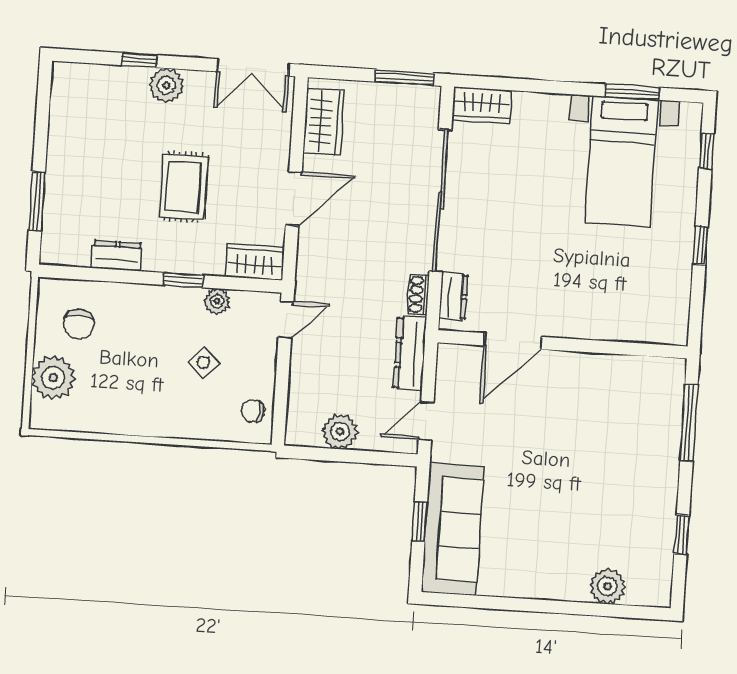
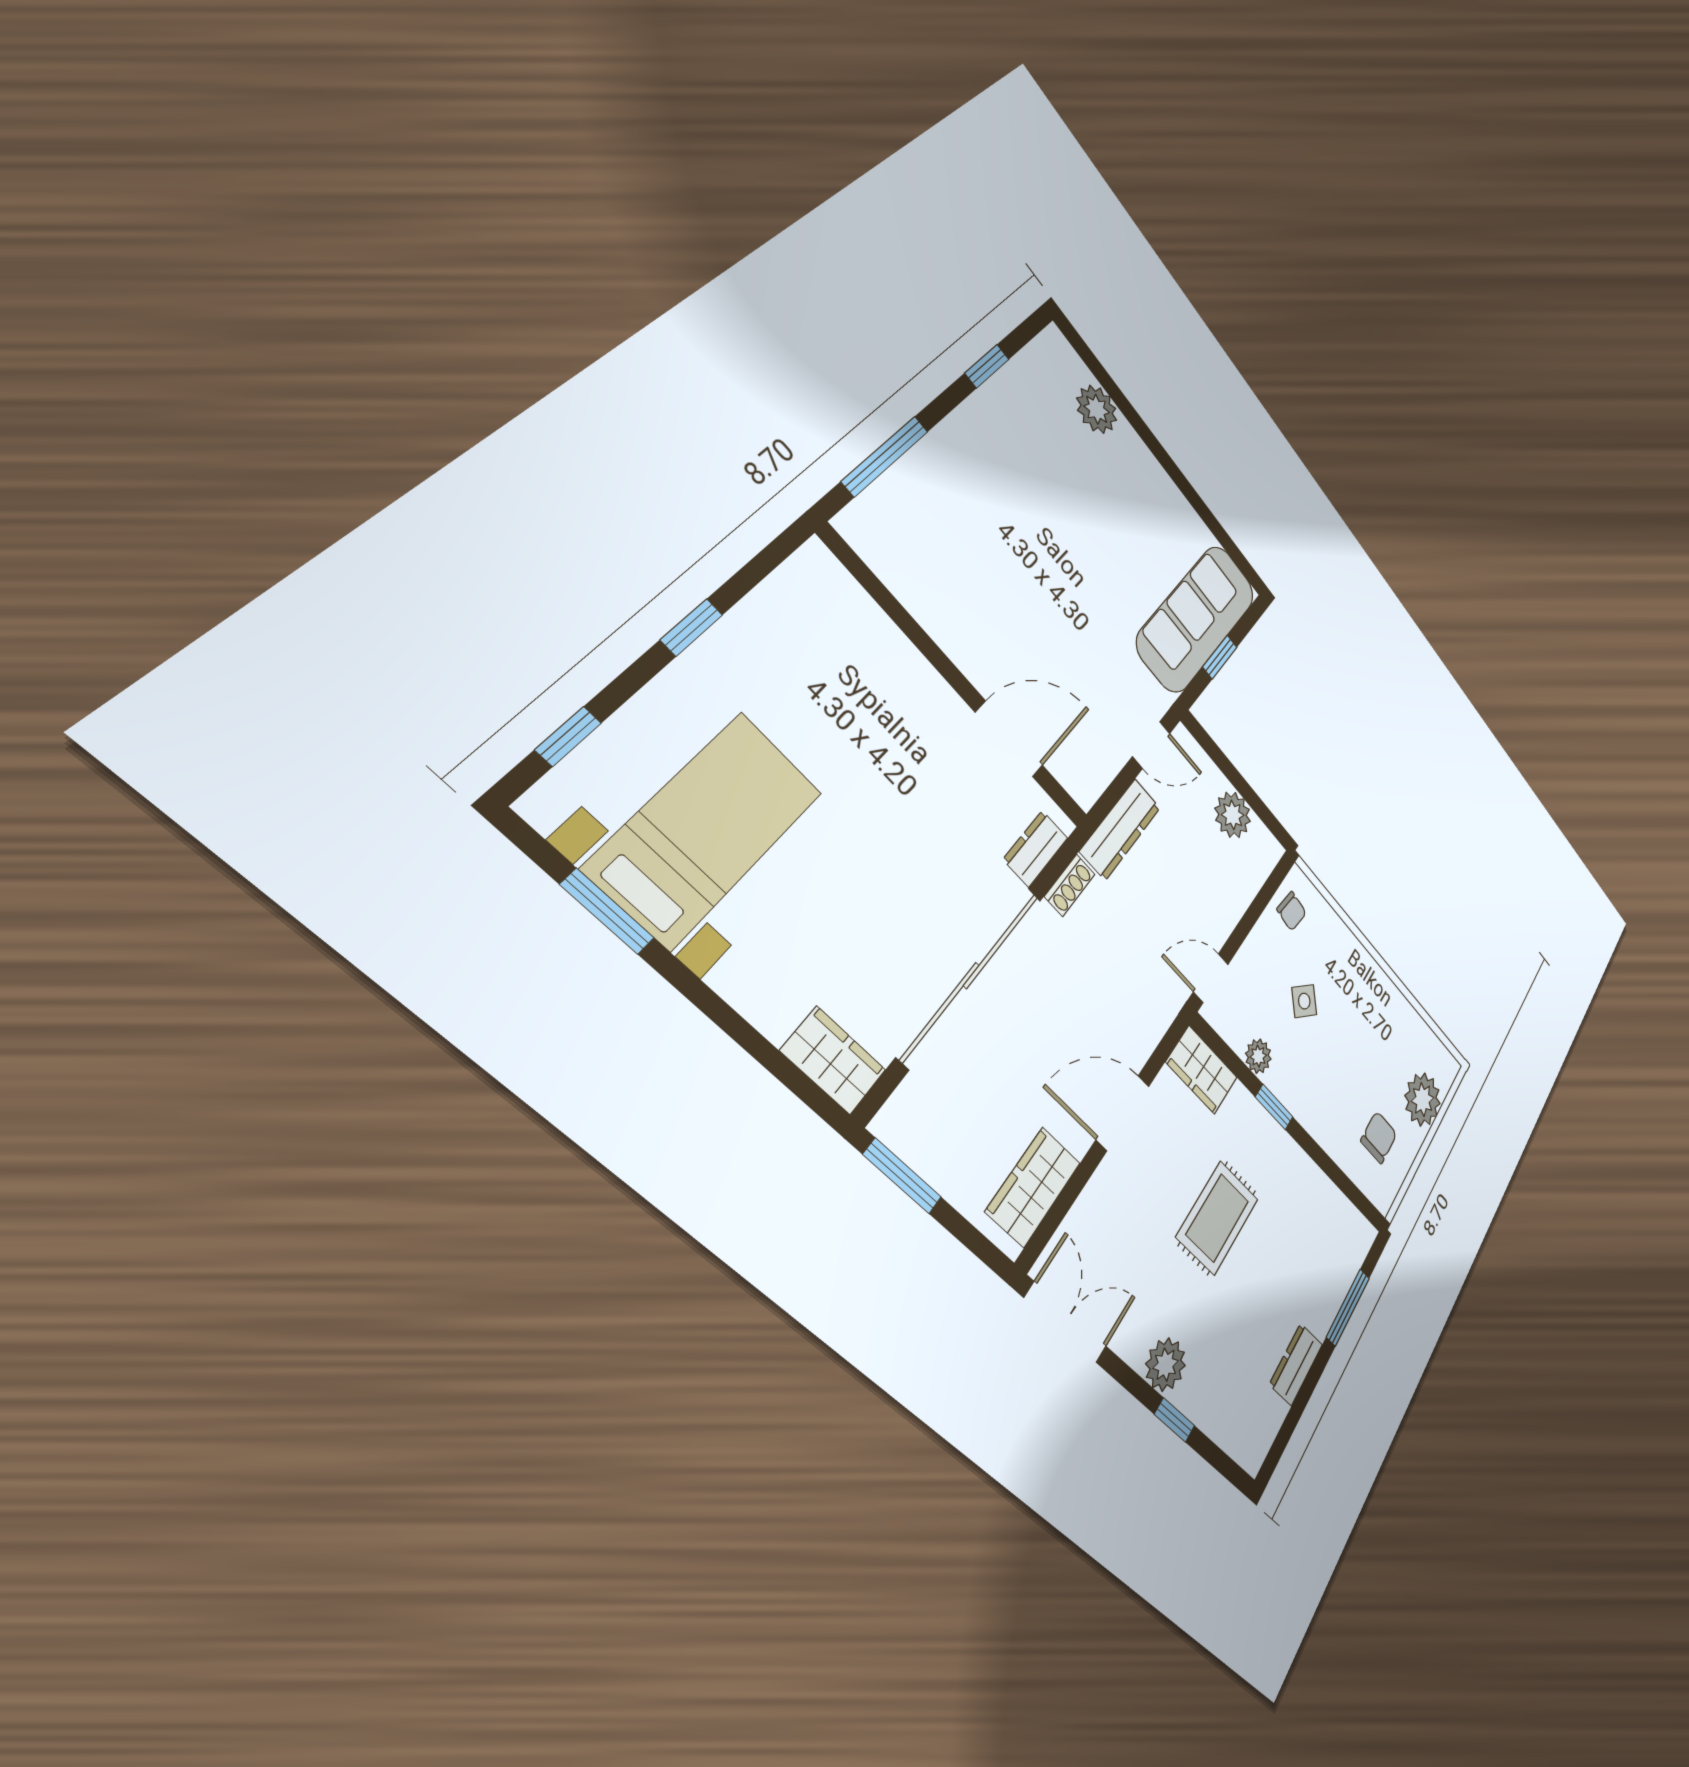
dresser: (117, 256) -> (1296, 1364), moved, turned 90

